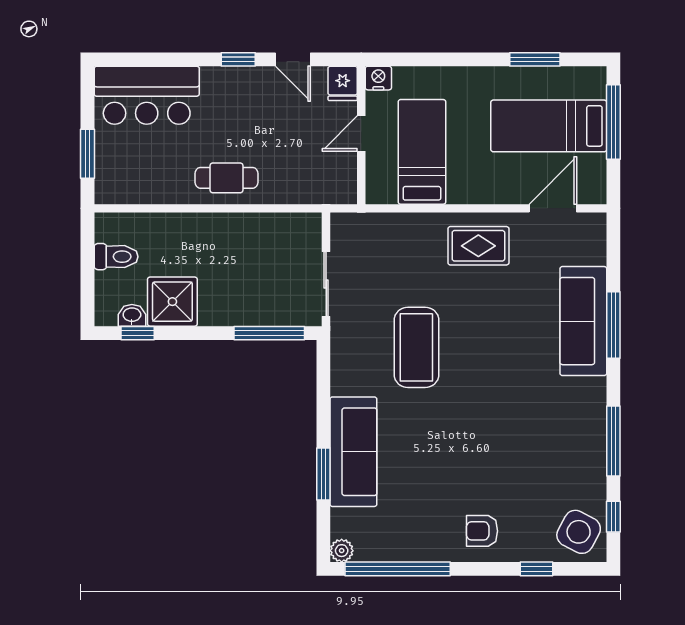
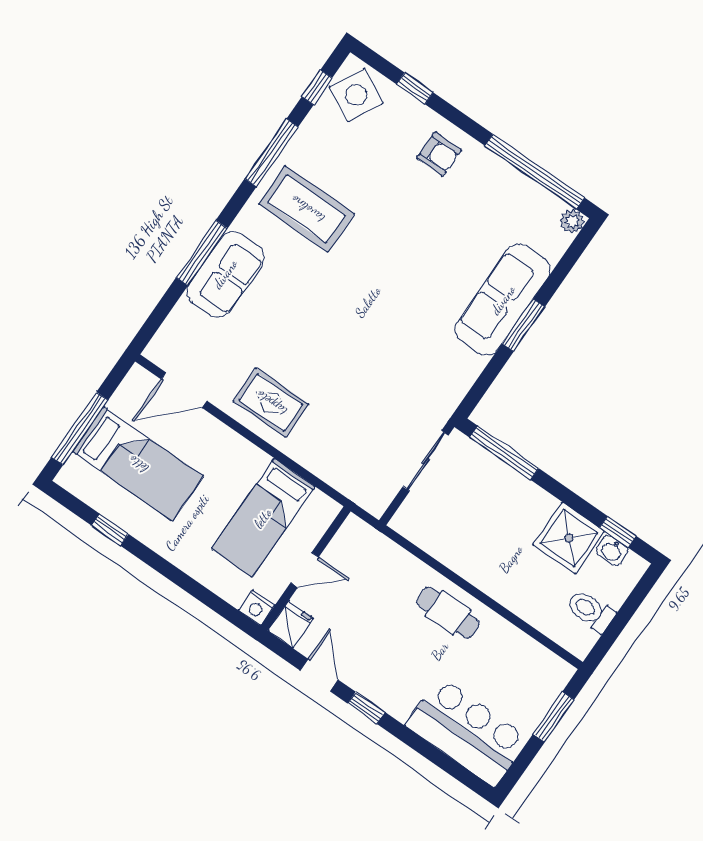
window: (535, 59) -> (110, 530), width x0.67
sofa: (583, 321) -> (225, 274), width x0.73
coffee table: (416, 347) -> (307, 209), moved, turned 90
window: (323, 474) -> (523, 325), moved

